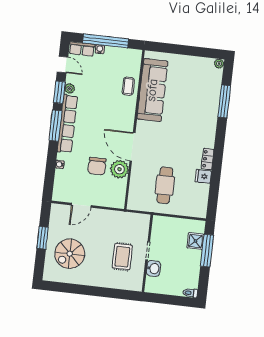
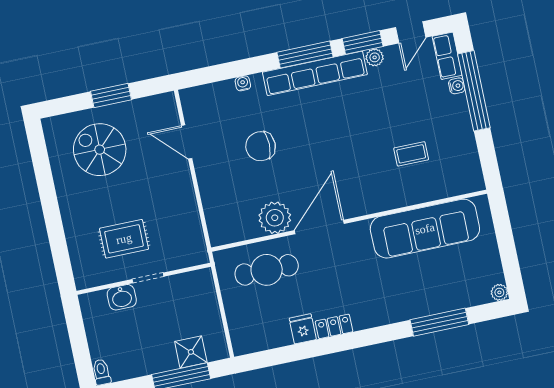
sofa: (152, 90) -> (425, 229), moved
wall: (134, 130) -> (349, 221), moved
door: (132, 147) -> (319, 227), moved
plant: (119, 169) -> (275, 218), moved

